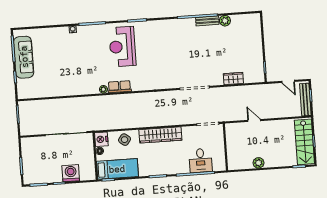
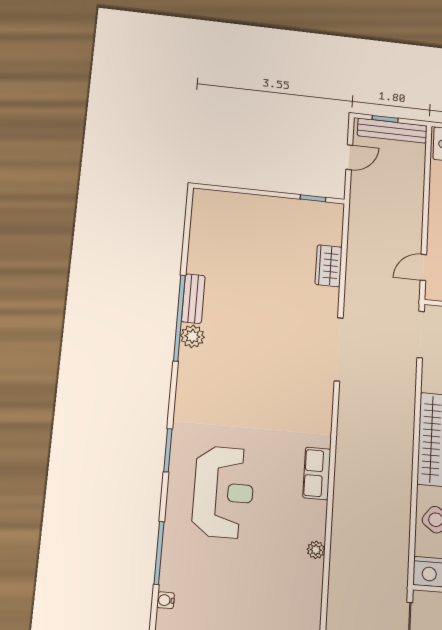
plant: (225, 21) -> (192, 336), moved
reception desk: (122, 47) -> (223, 492), turned -90
row of seats: (119, 87) -> (317, 473), moved
door: (254, 121) -> (423, 267), moved

